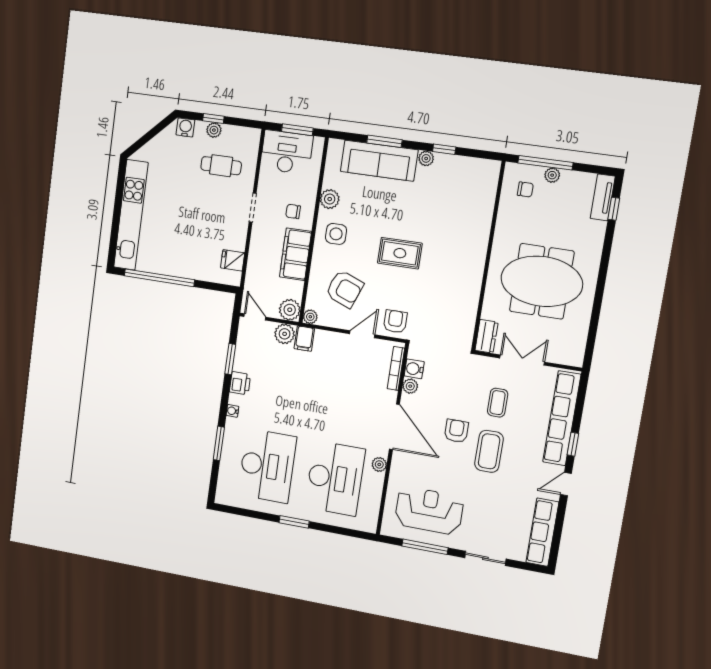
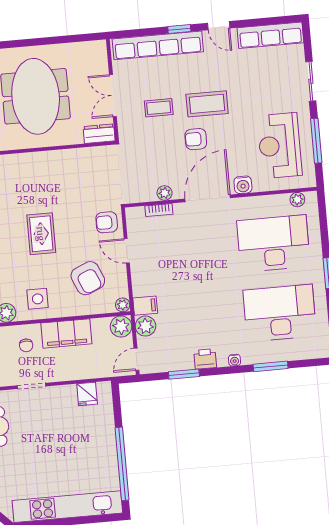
armchair: (344, 289) -> (88, 278), turned 136
bookcase: (396, 368) -> (159, 210), width x0.64
water cooler: (414, 369) -> (243, 185), moved
plant: (379, 464) -> (297, 200), moved

